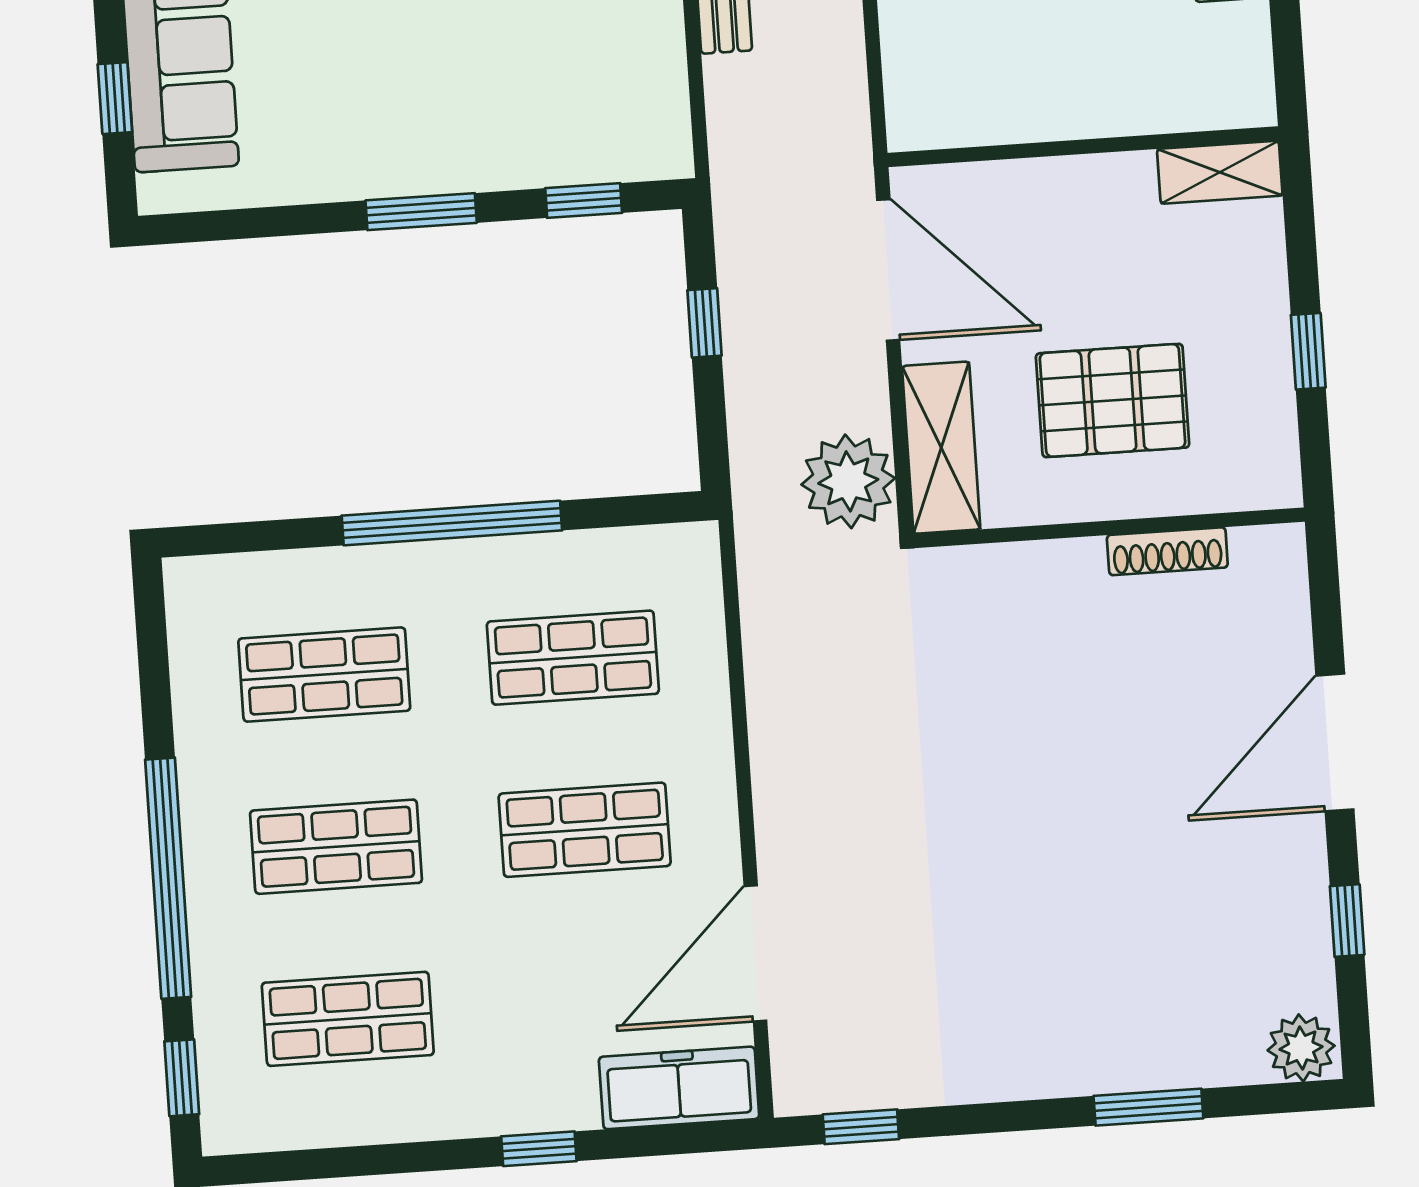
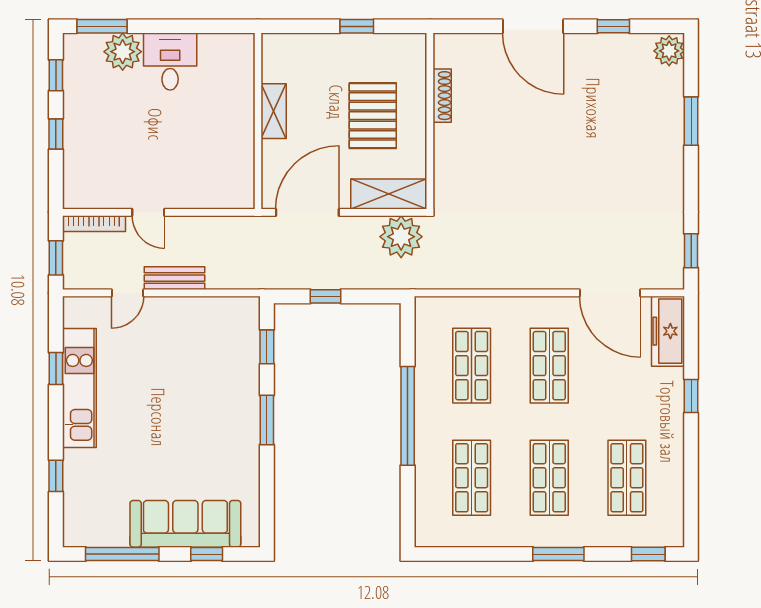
shelving: (1220, 172) -> (274, 111), moved
window: (168, 878) -> (558, 554), width x0.47

